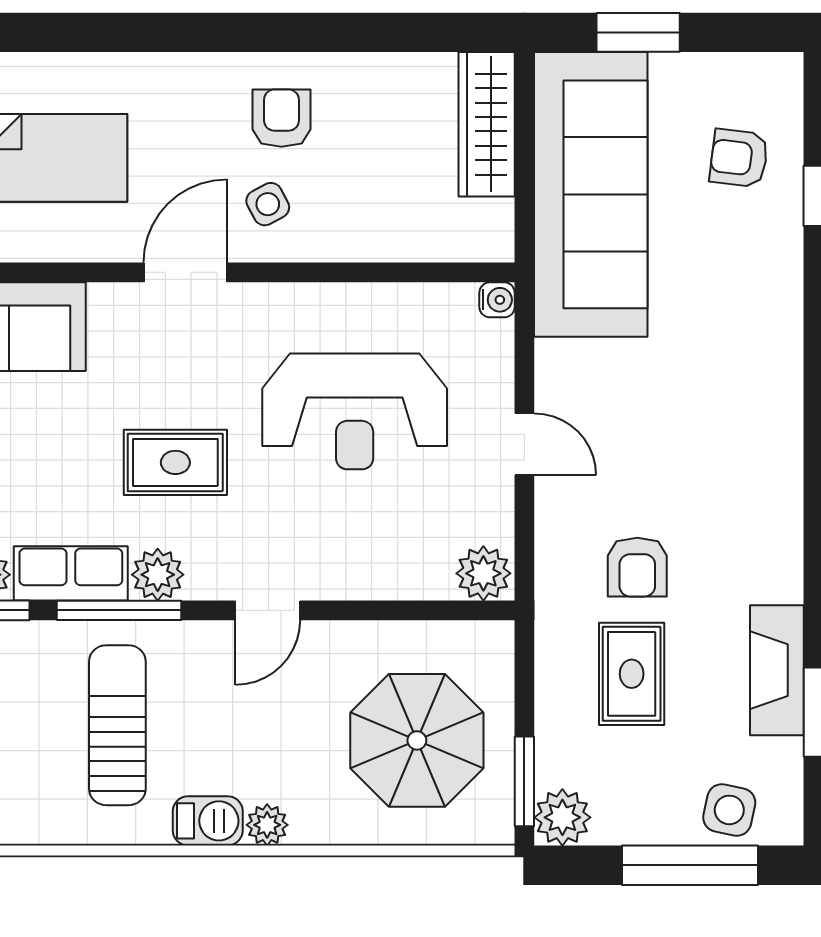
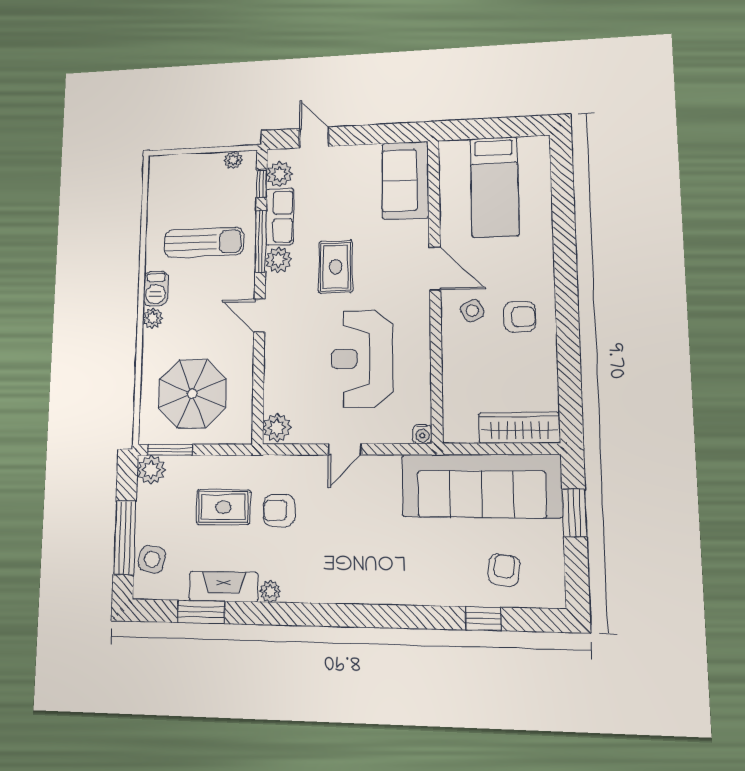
plant: (784, 581) -> (270, 591), added

